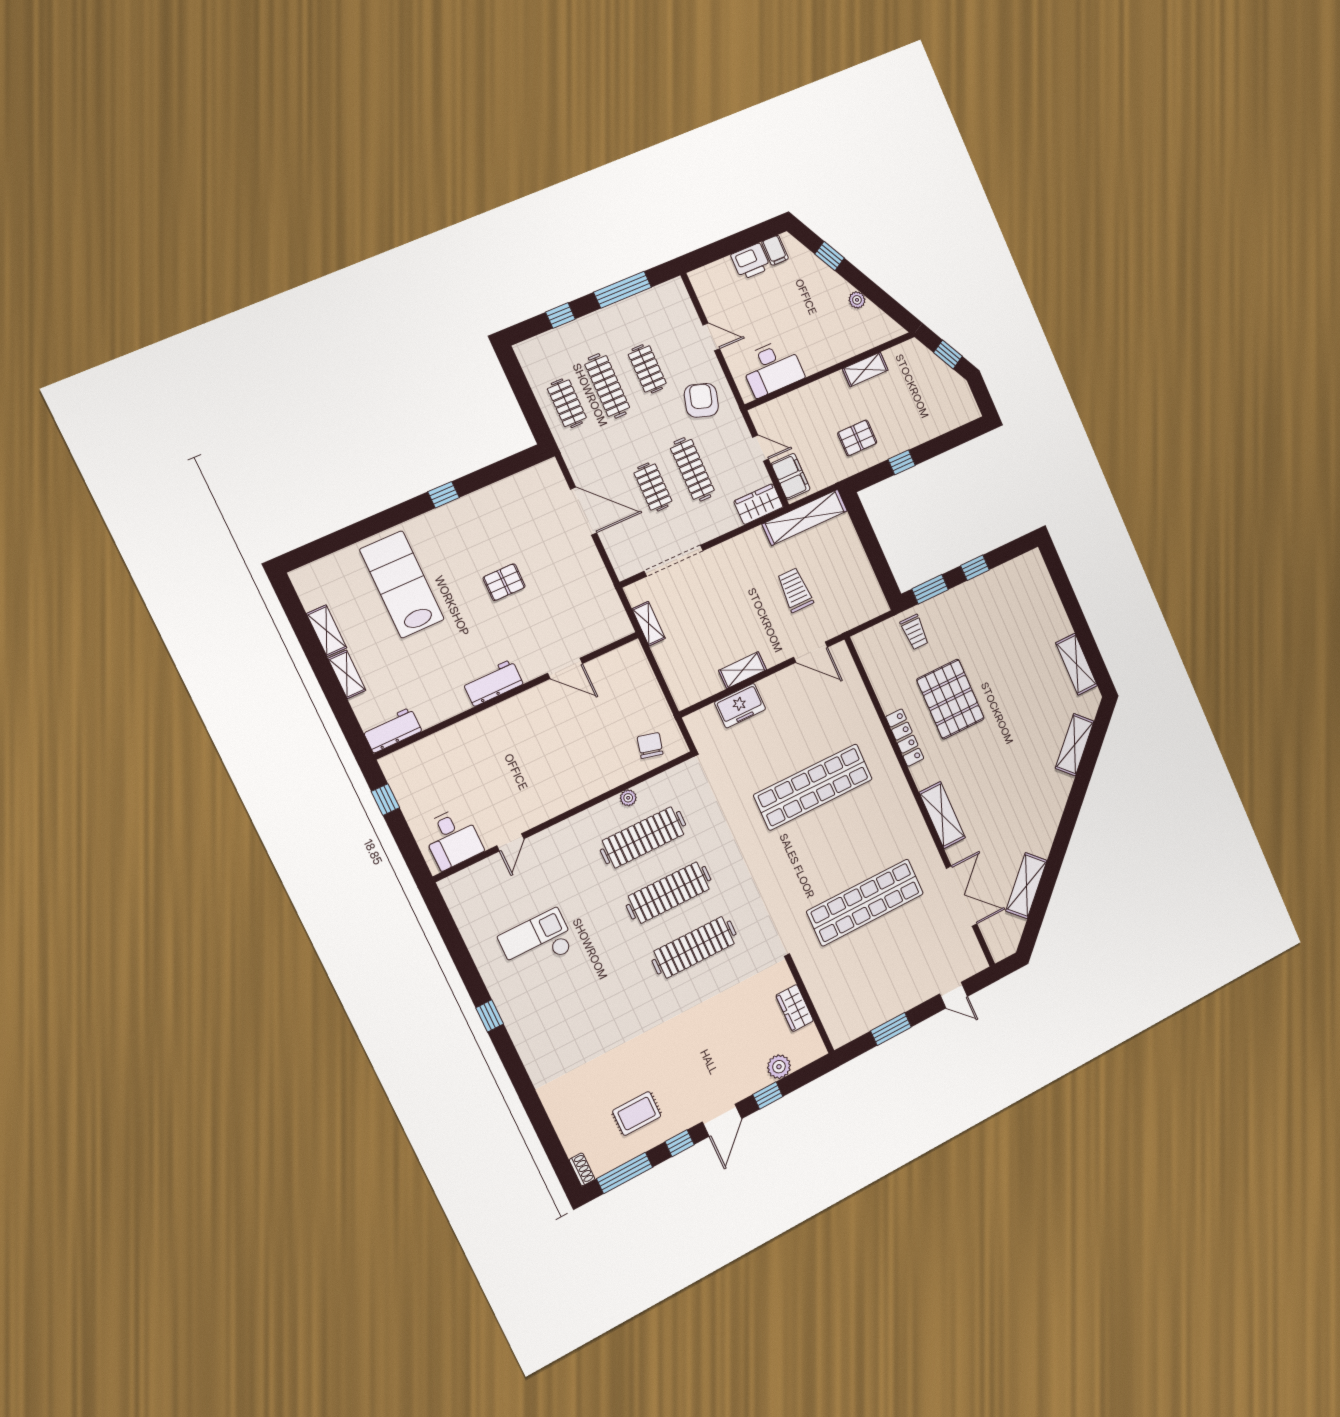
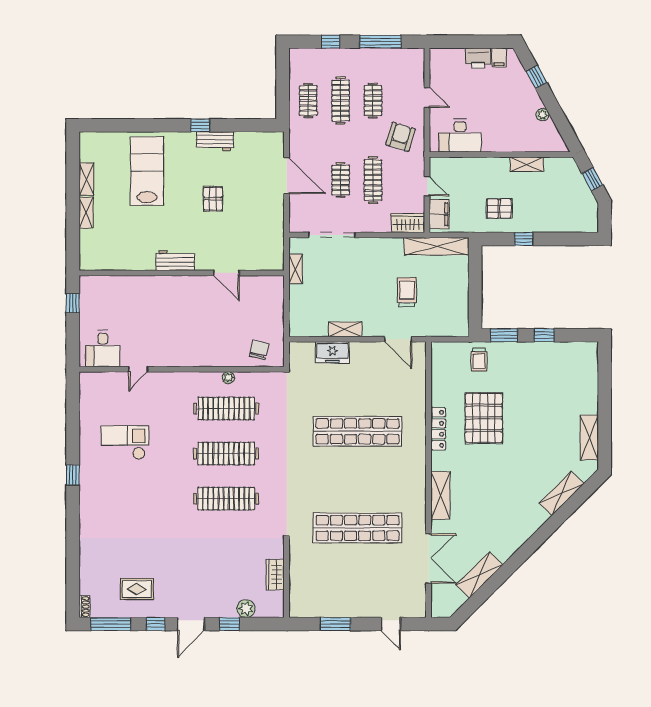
pallet: (504, 582) -> (213, 199), turned 90
workbench: (392, 730) -> (215, 141), moved, turned 180

